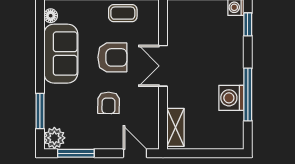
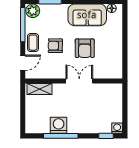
coffee table: (123, 13) -> (33, 43), moved
window: (76, 153) -> (23, 25), width x1.44

